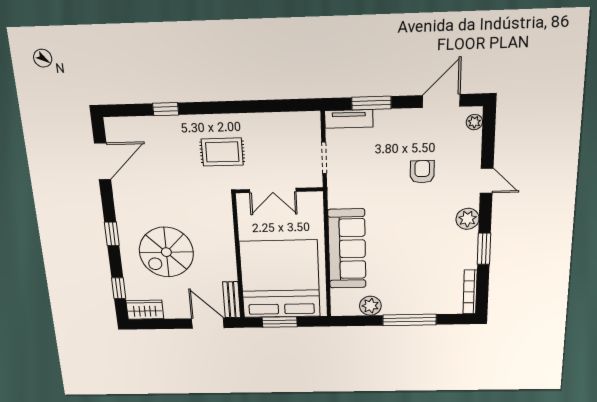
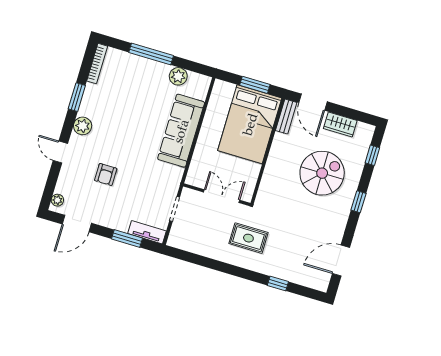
bed: (280, 279) -> (250, 124), width x0.73
wardrobe: (145, 310) -> (340, 125), moved

